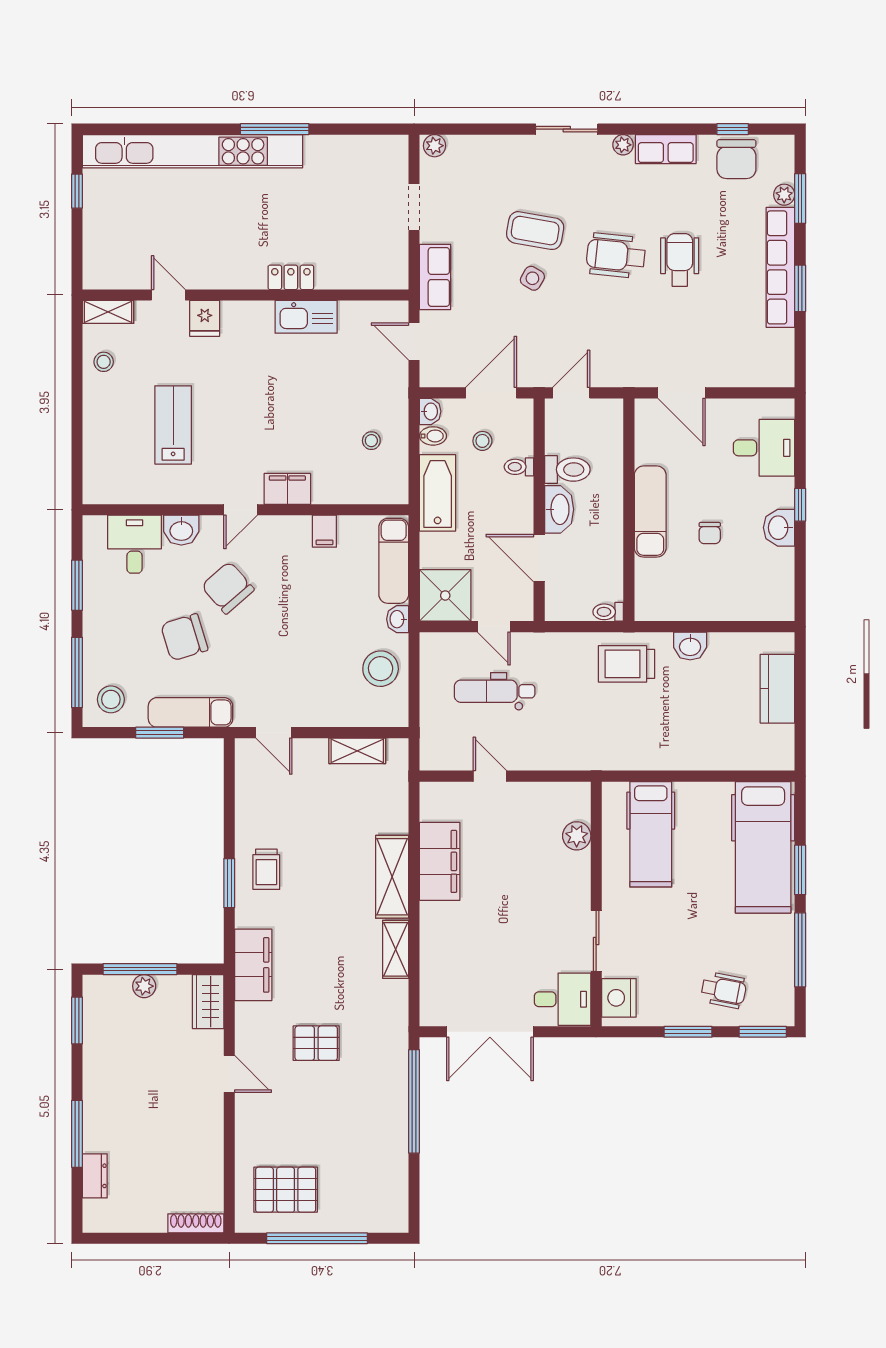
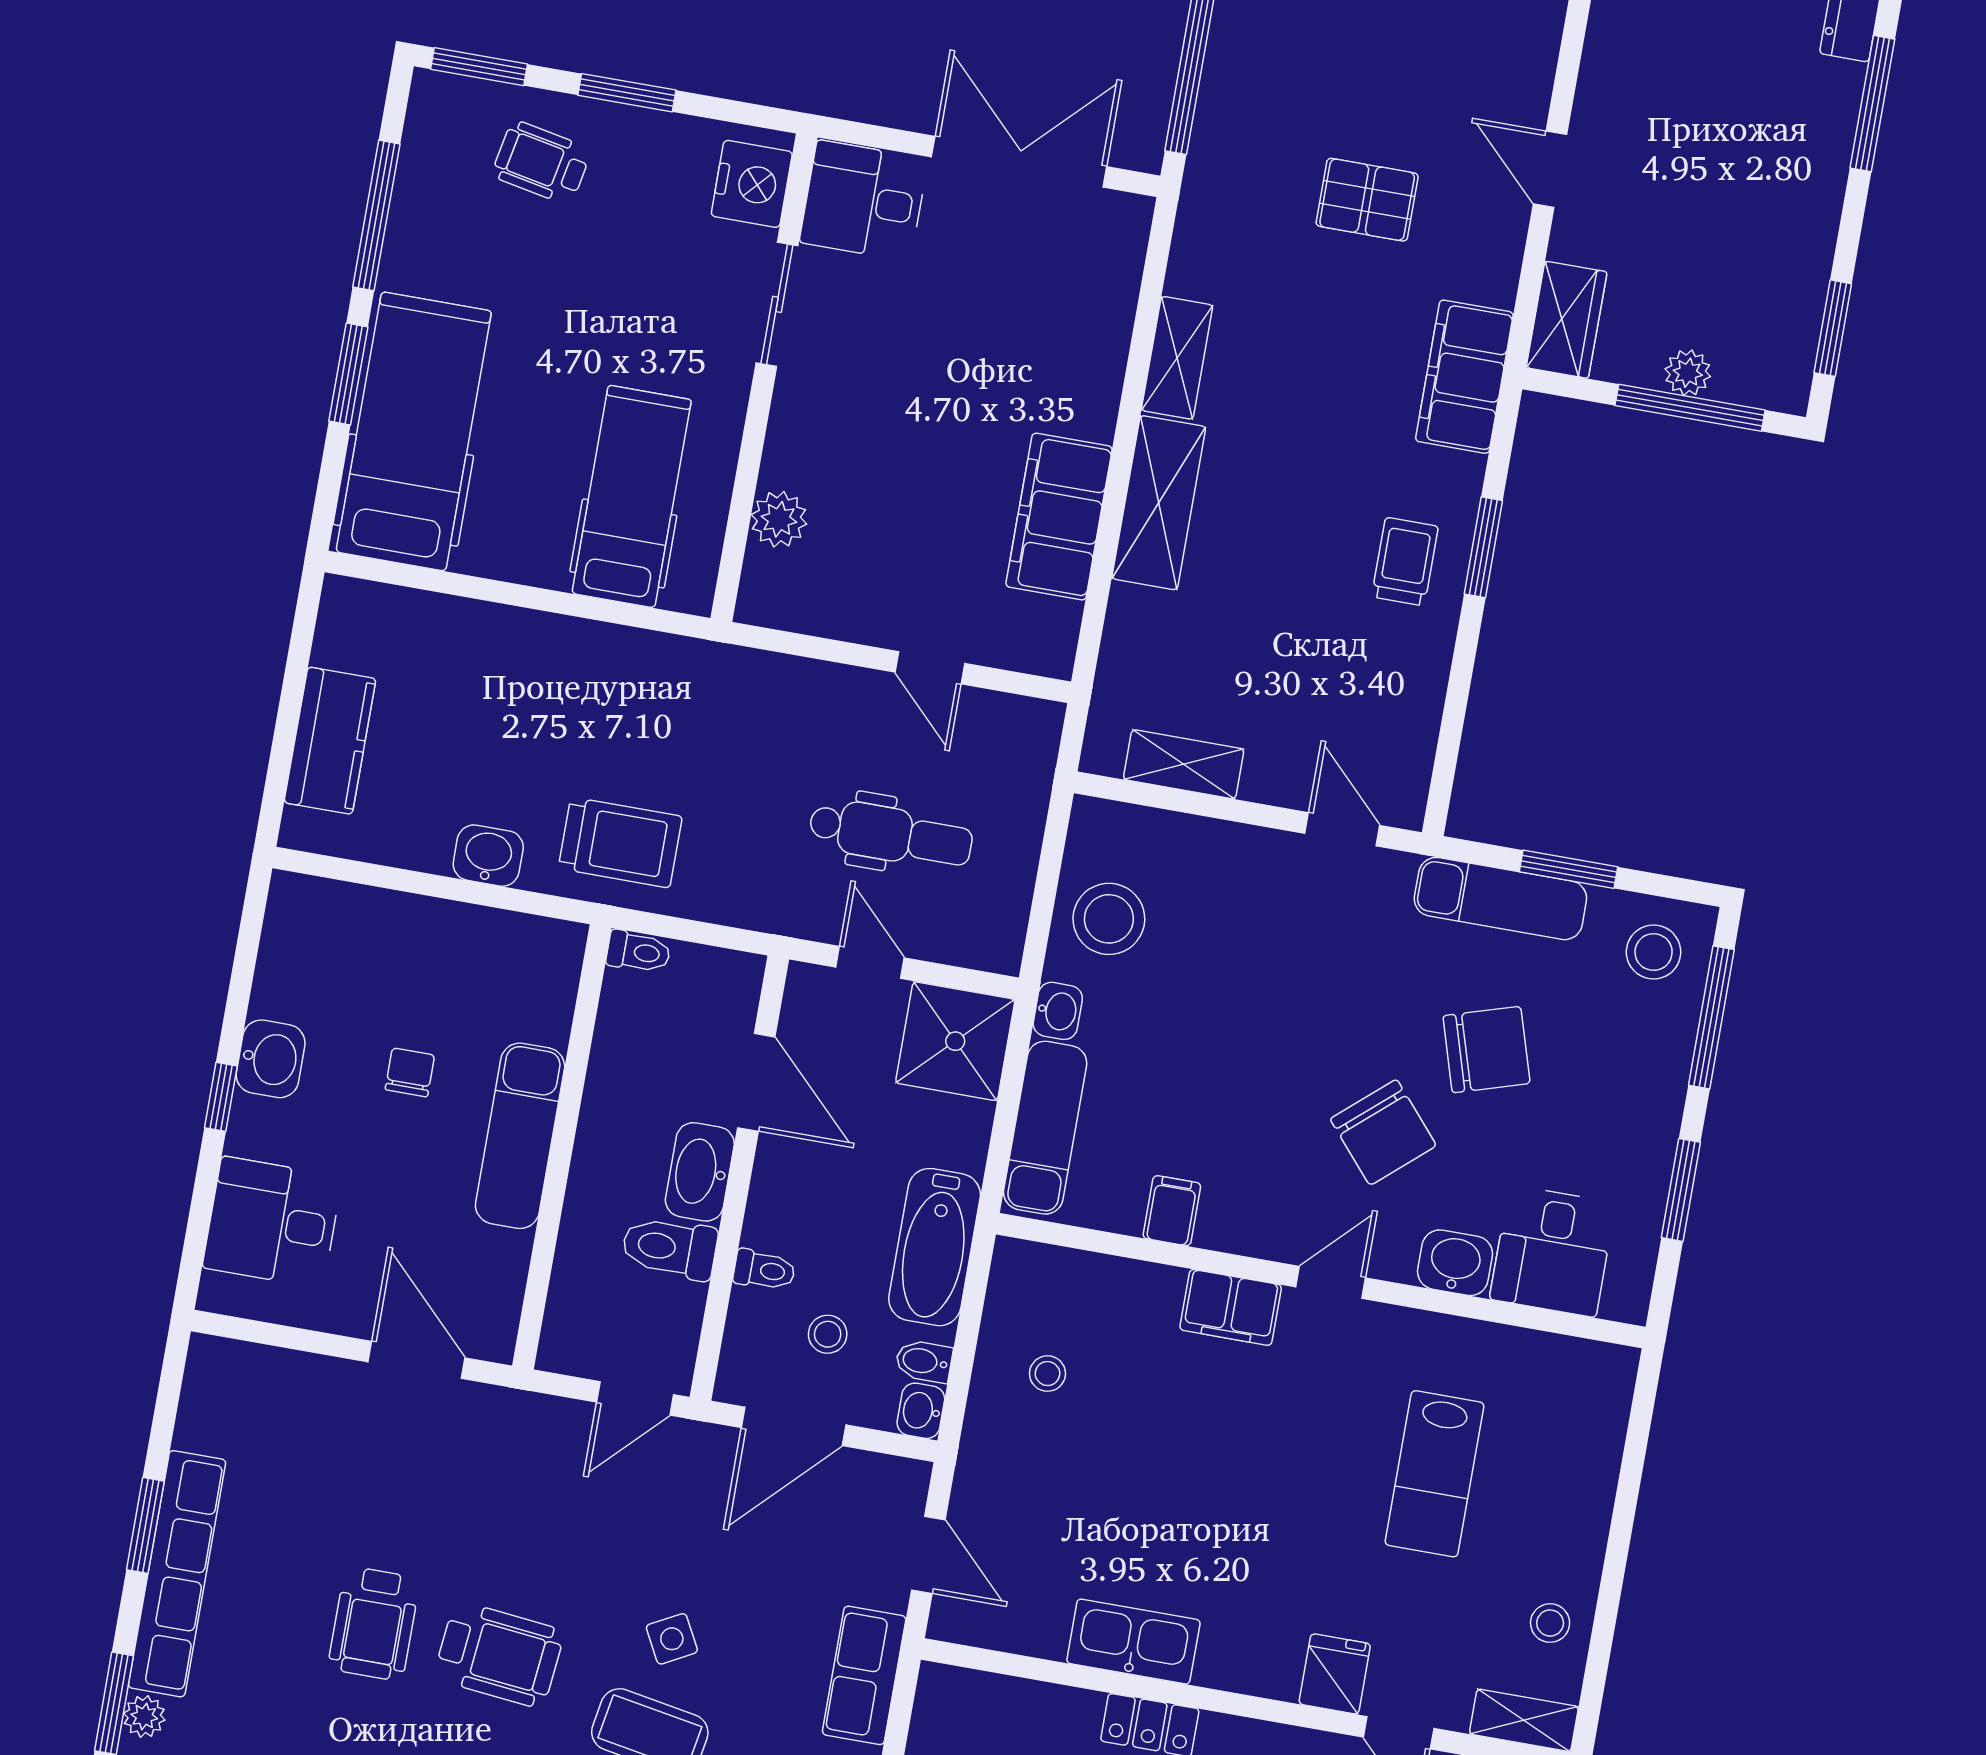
side table: (532, 278) -> (672, 1639), turned 32

